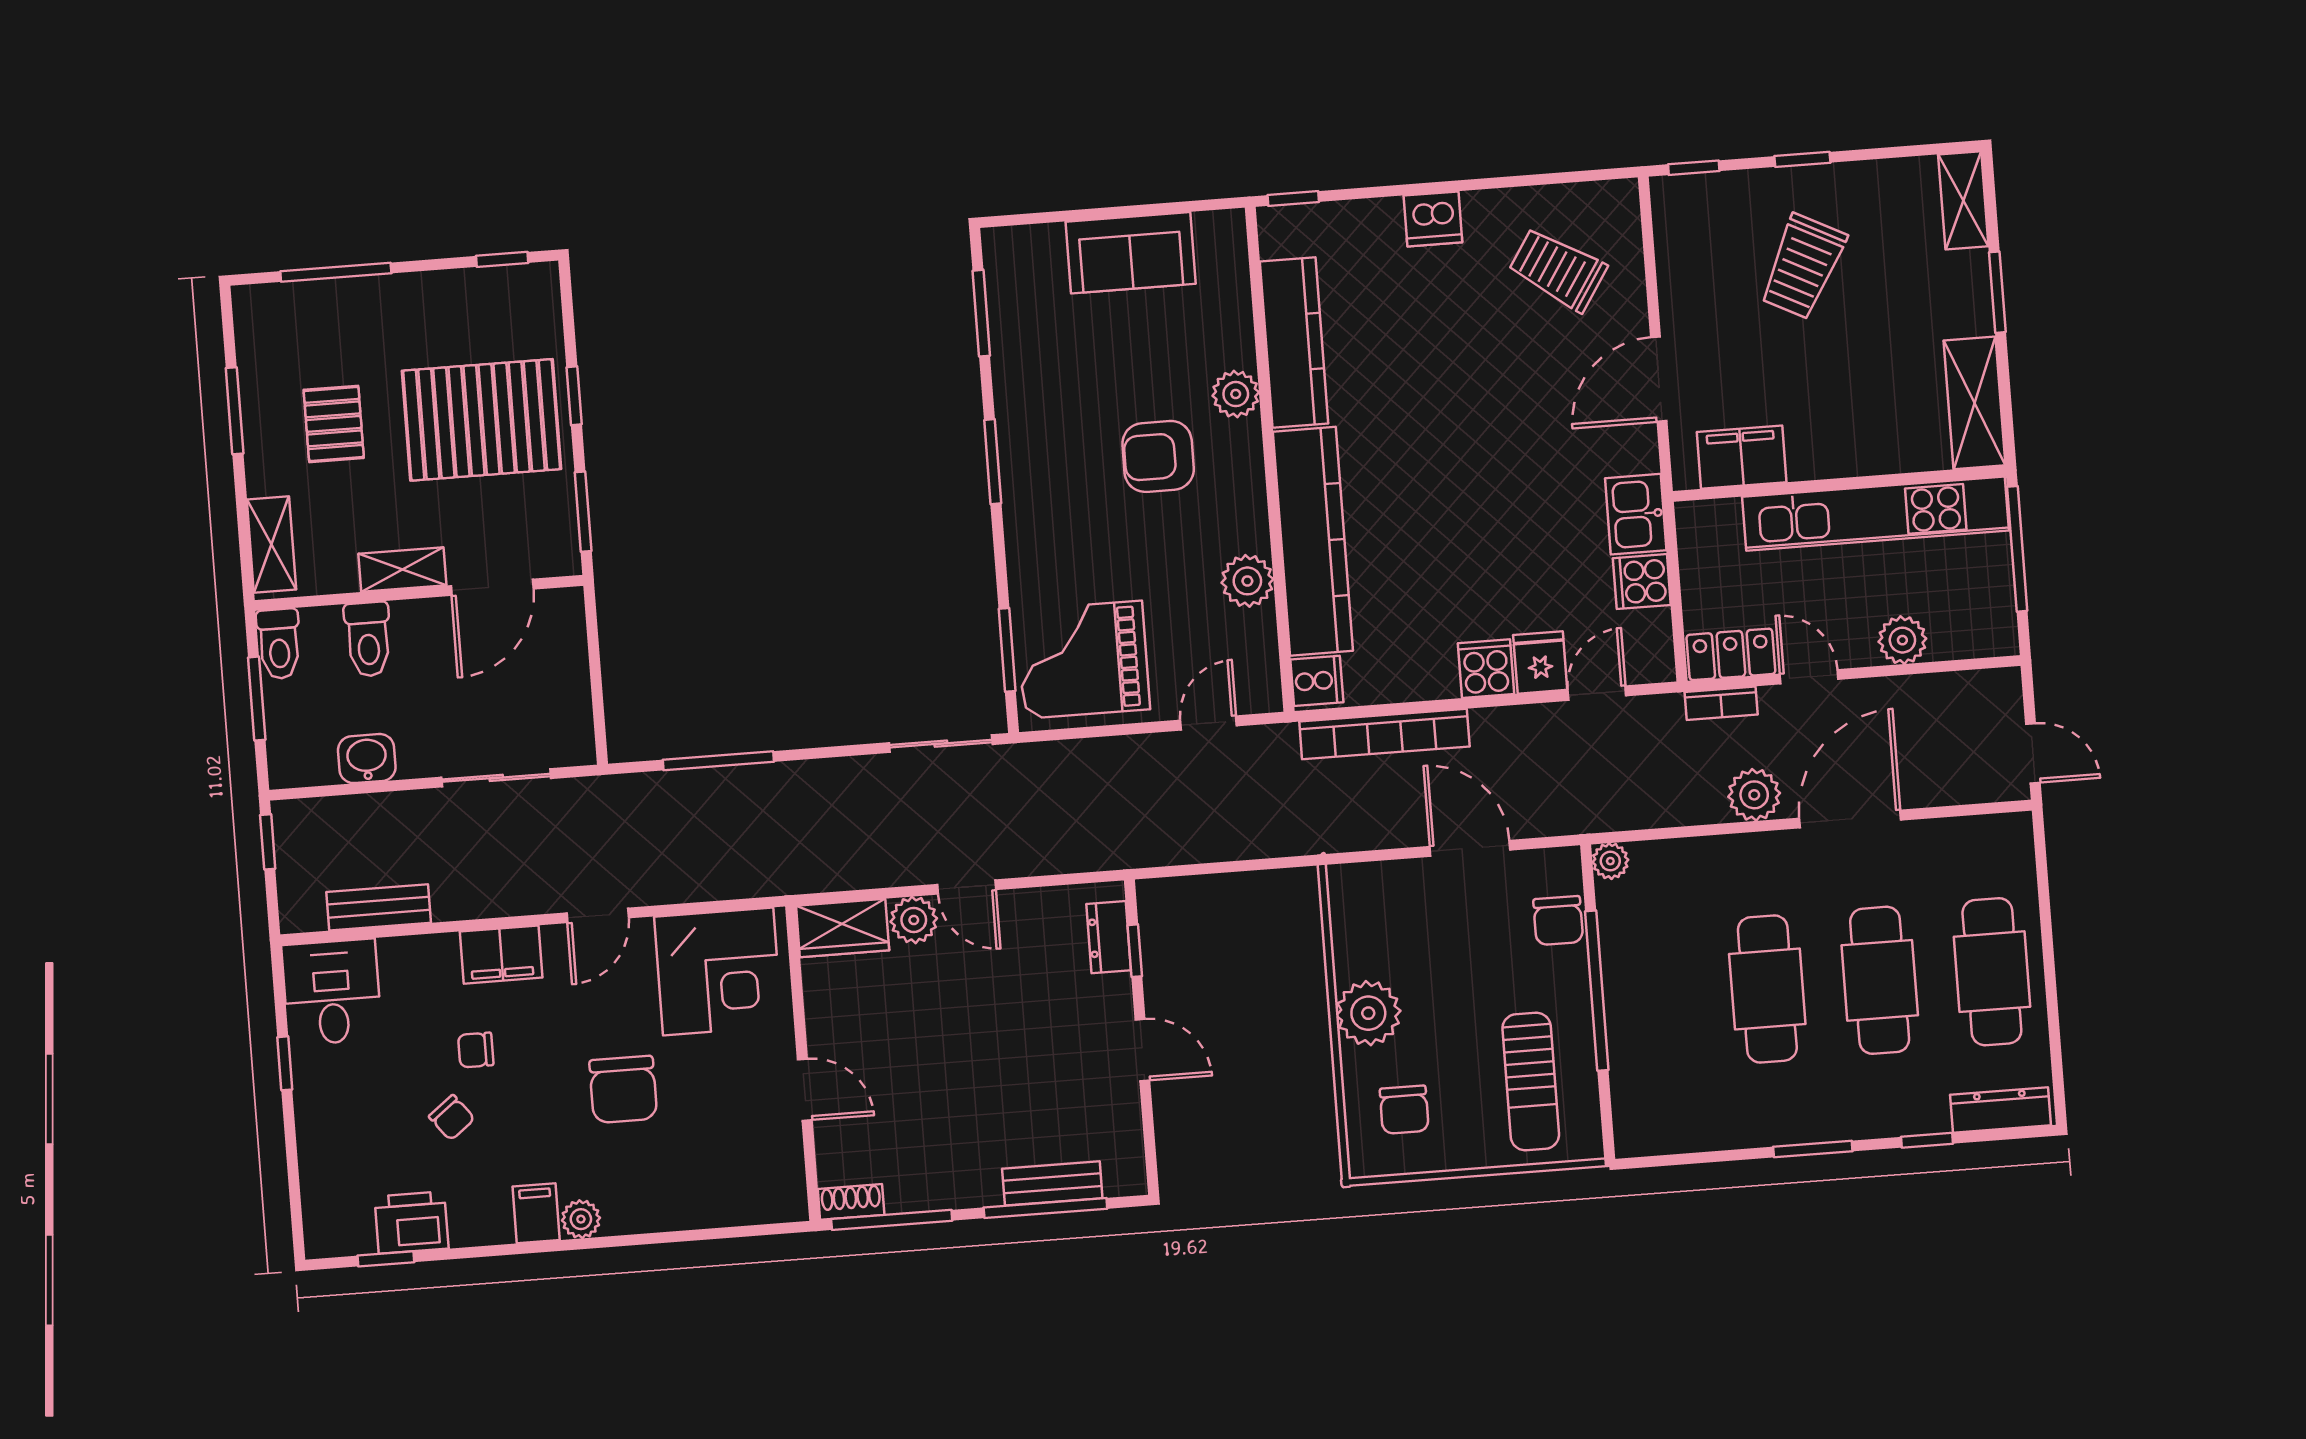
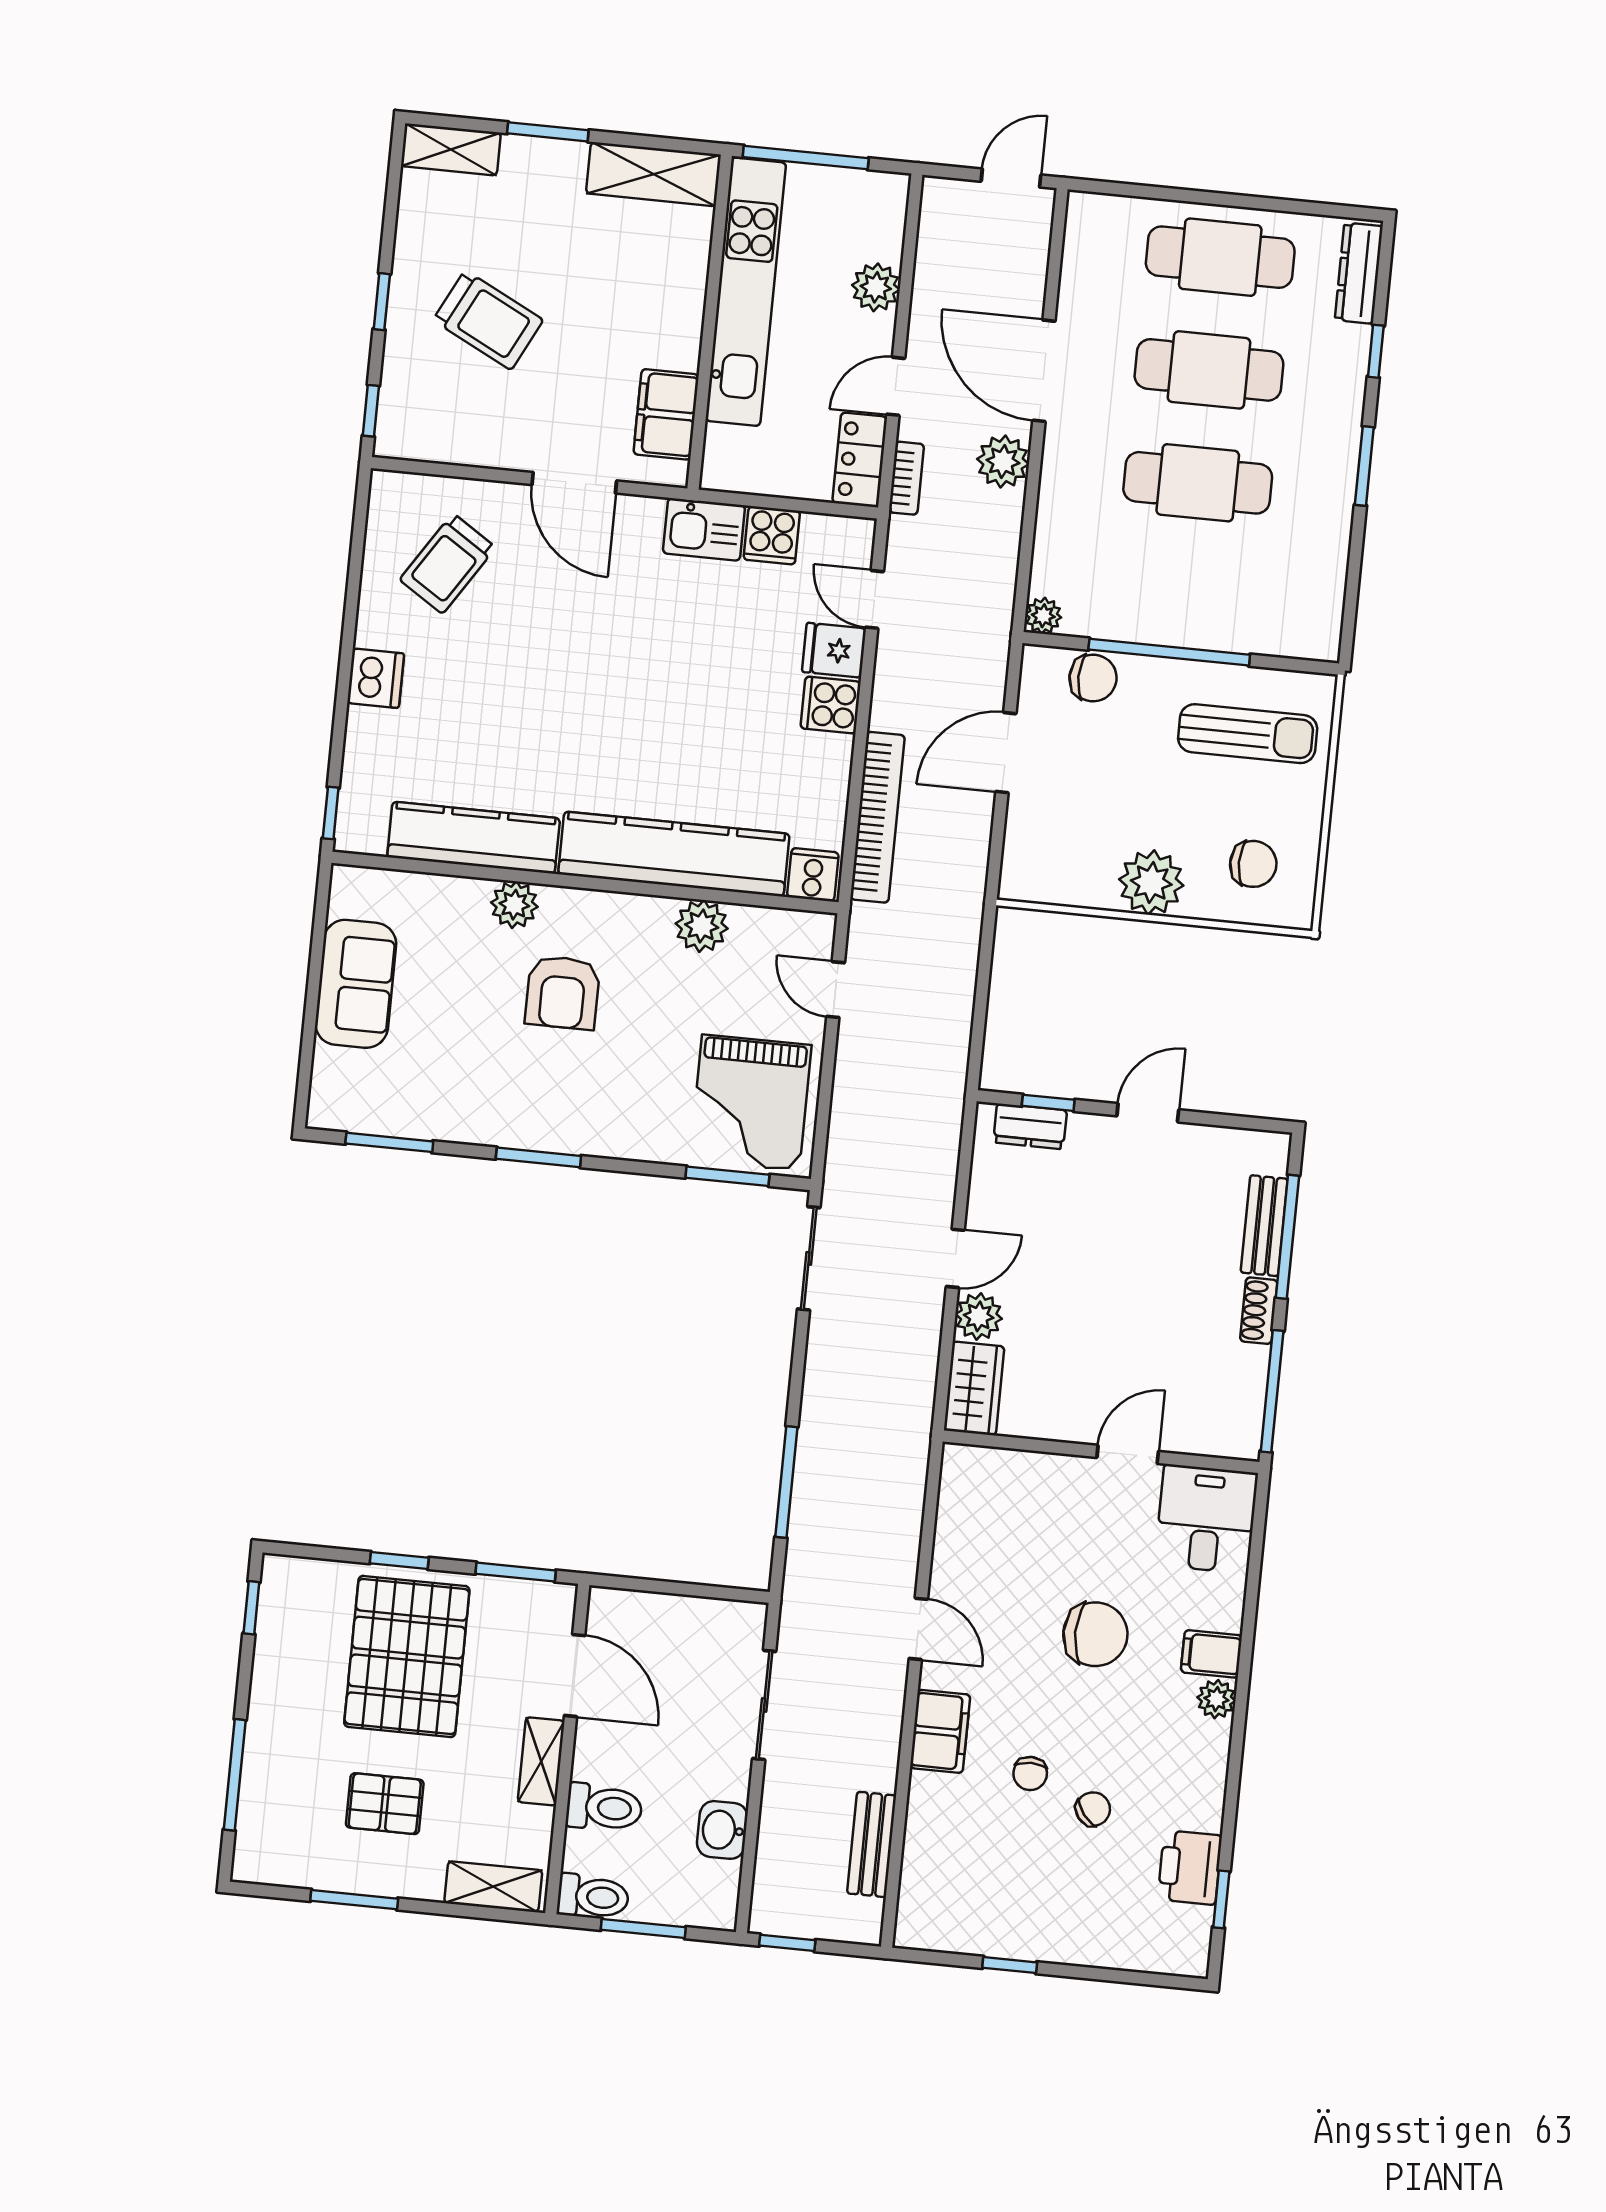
corner desk: (718, 971) -> (995, 1519), removed
desk: (332, 992) -> (1206, 1519), moved, turned 90
shoe rack: (851, 1202) -> (1259, 1311), moved
filing cabinet: (536, 1213) -> (1211, 1654), moved

